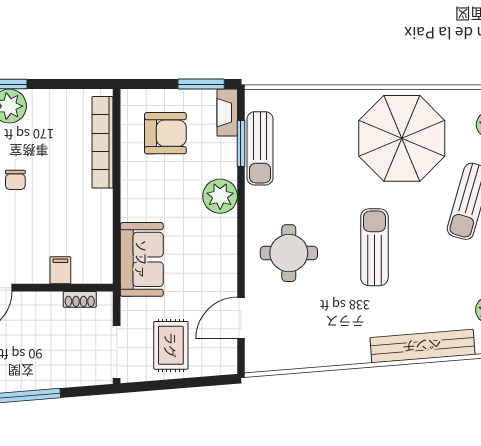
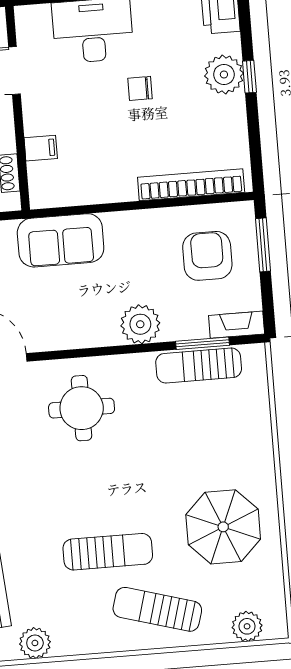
window: (201, 84) -> (263, 245), moved
armchair: (165, 133) -> (207, 256), turned 180
parasol: (402, 138) -> (223, 527), width x0.73, depth x0.73
sun lounger: (374, 247) -> (108, 552), moved

